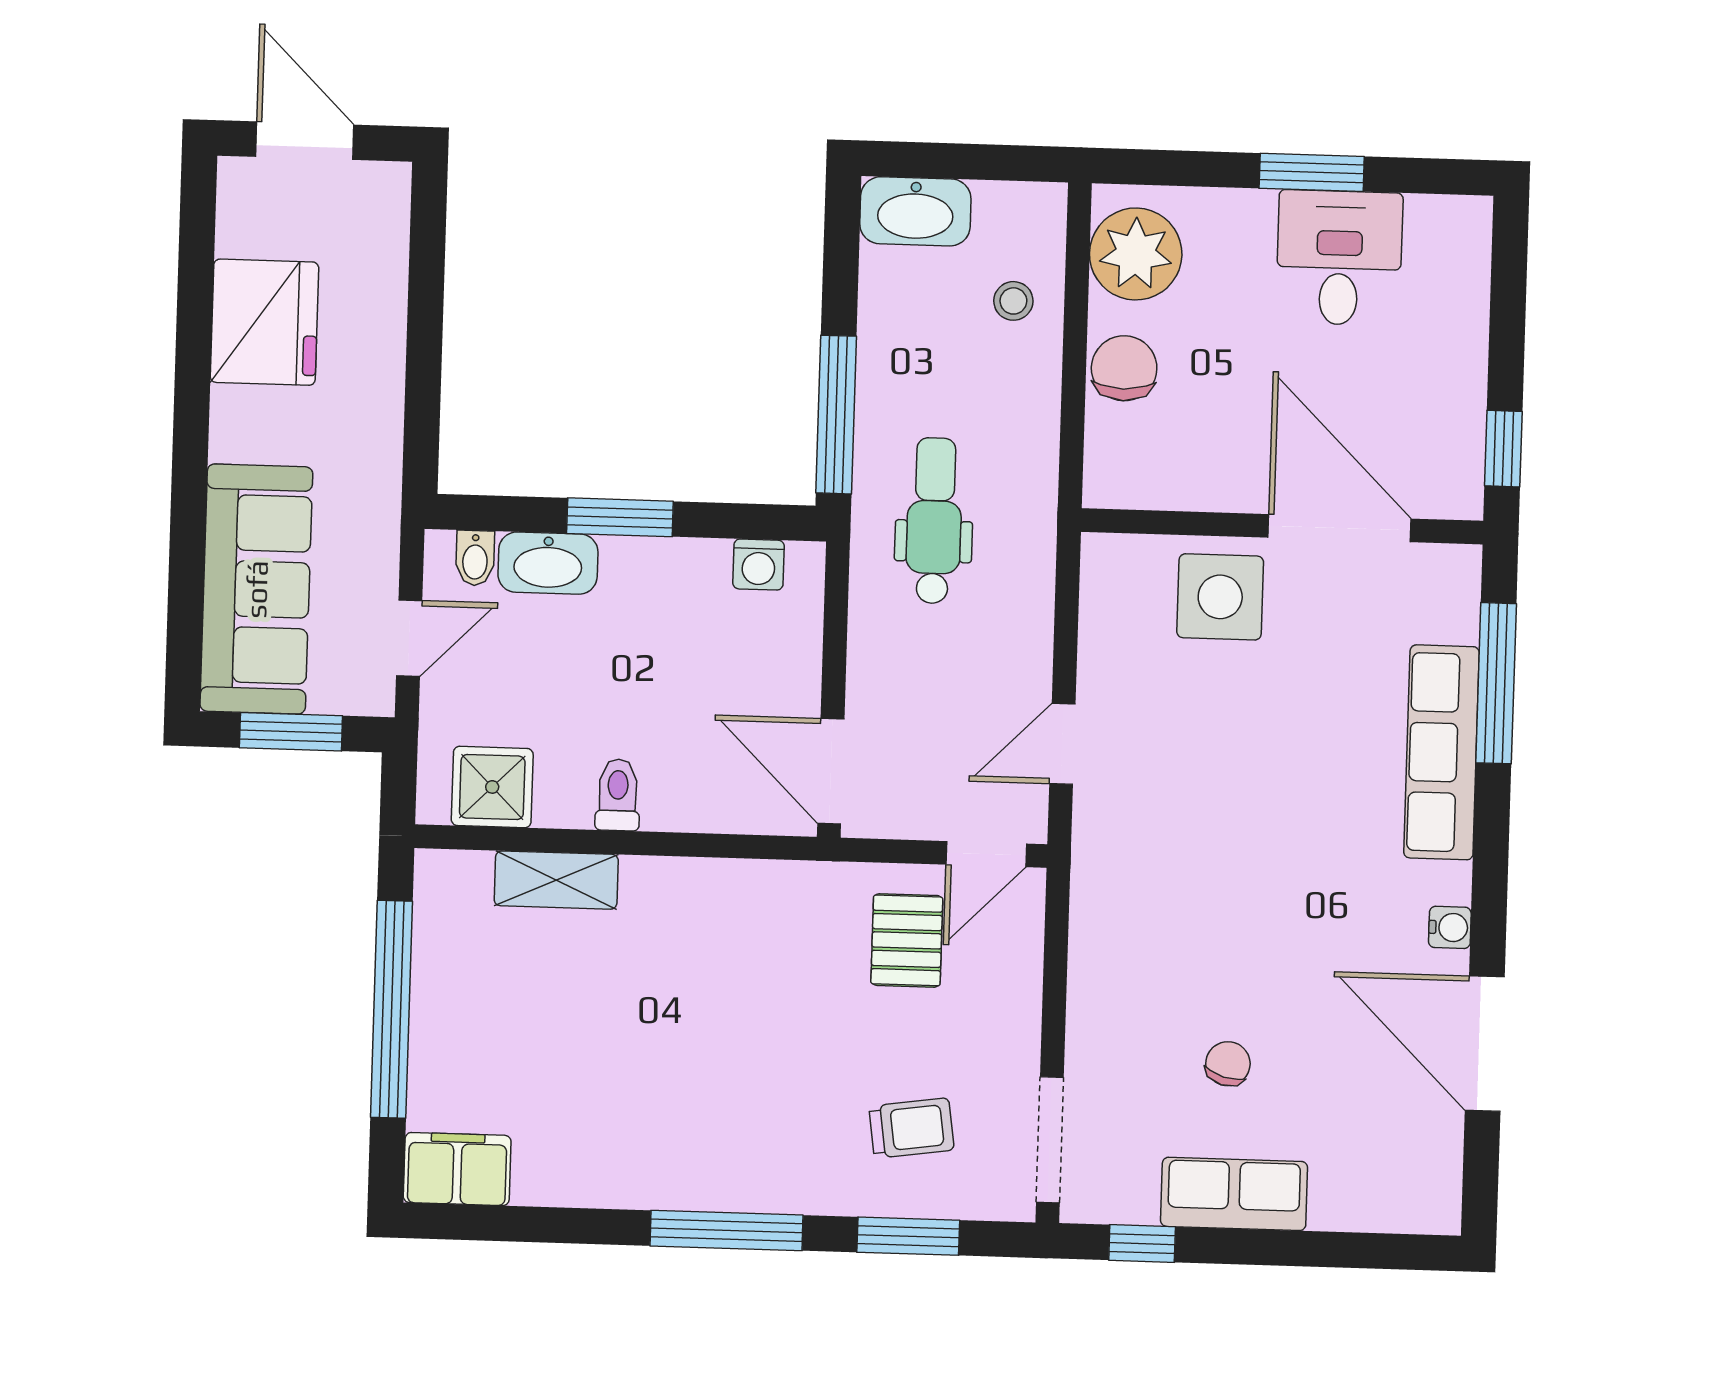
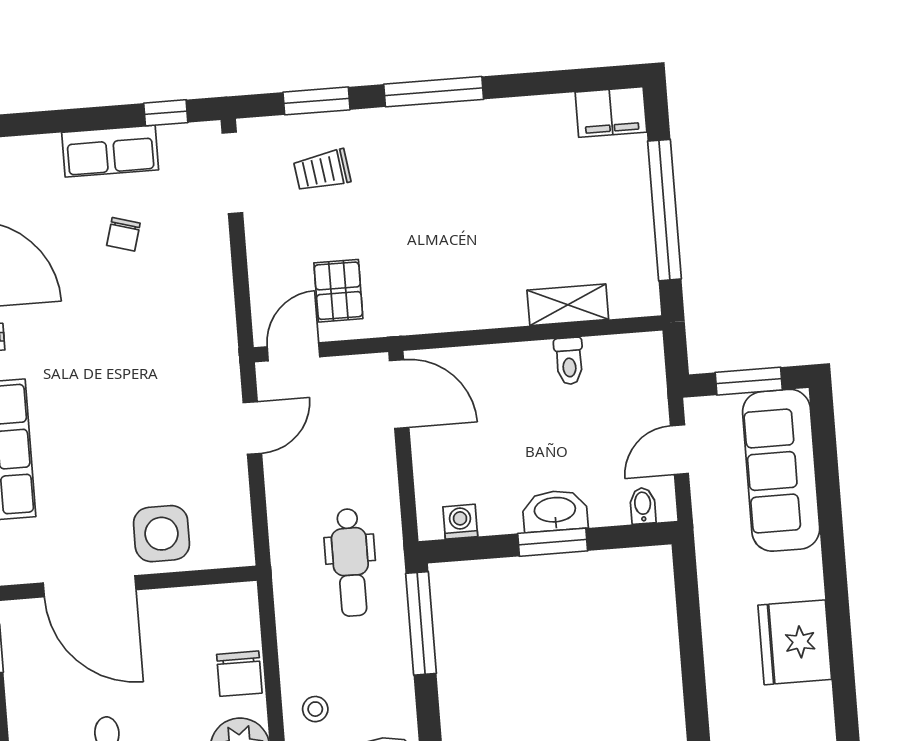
washbasin: (548, 563) -> (555, 511), moved
shower: (492, 787) -> (616, 360), removed
toilet: (618, 795) -> (569, 361), moved

